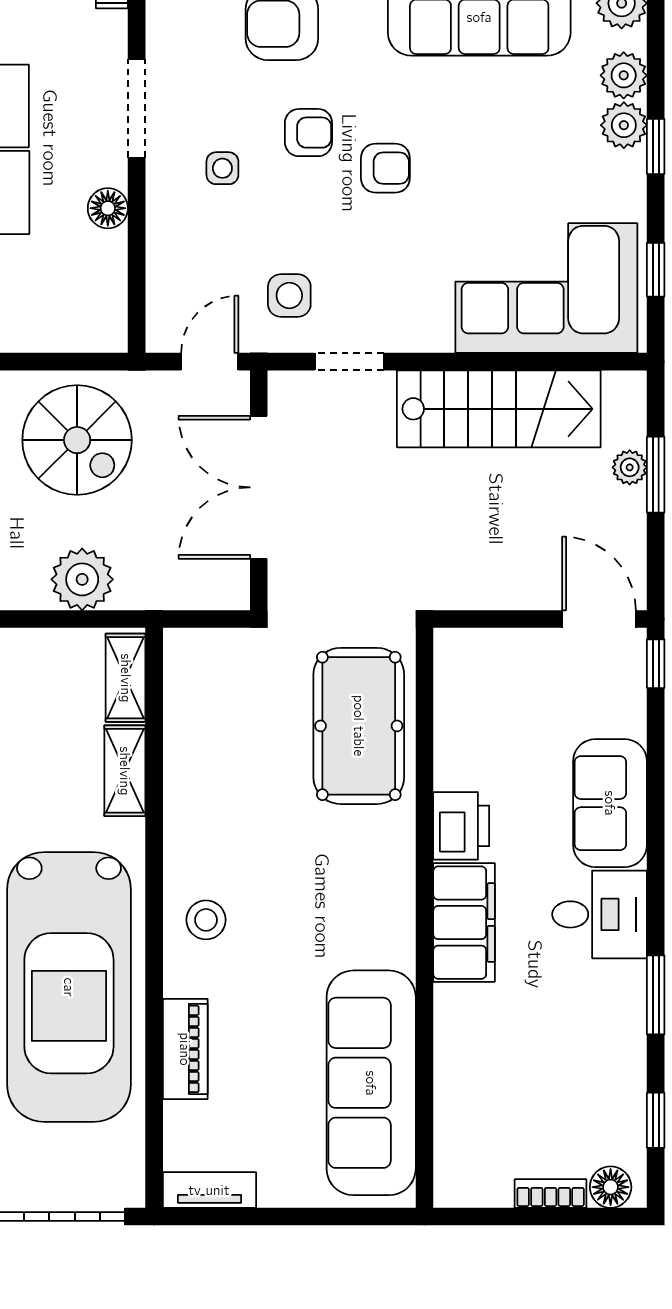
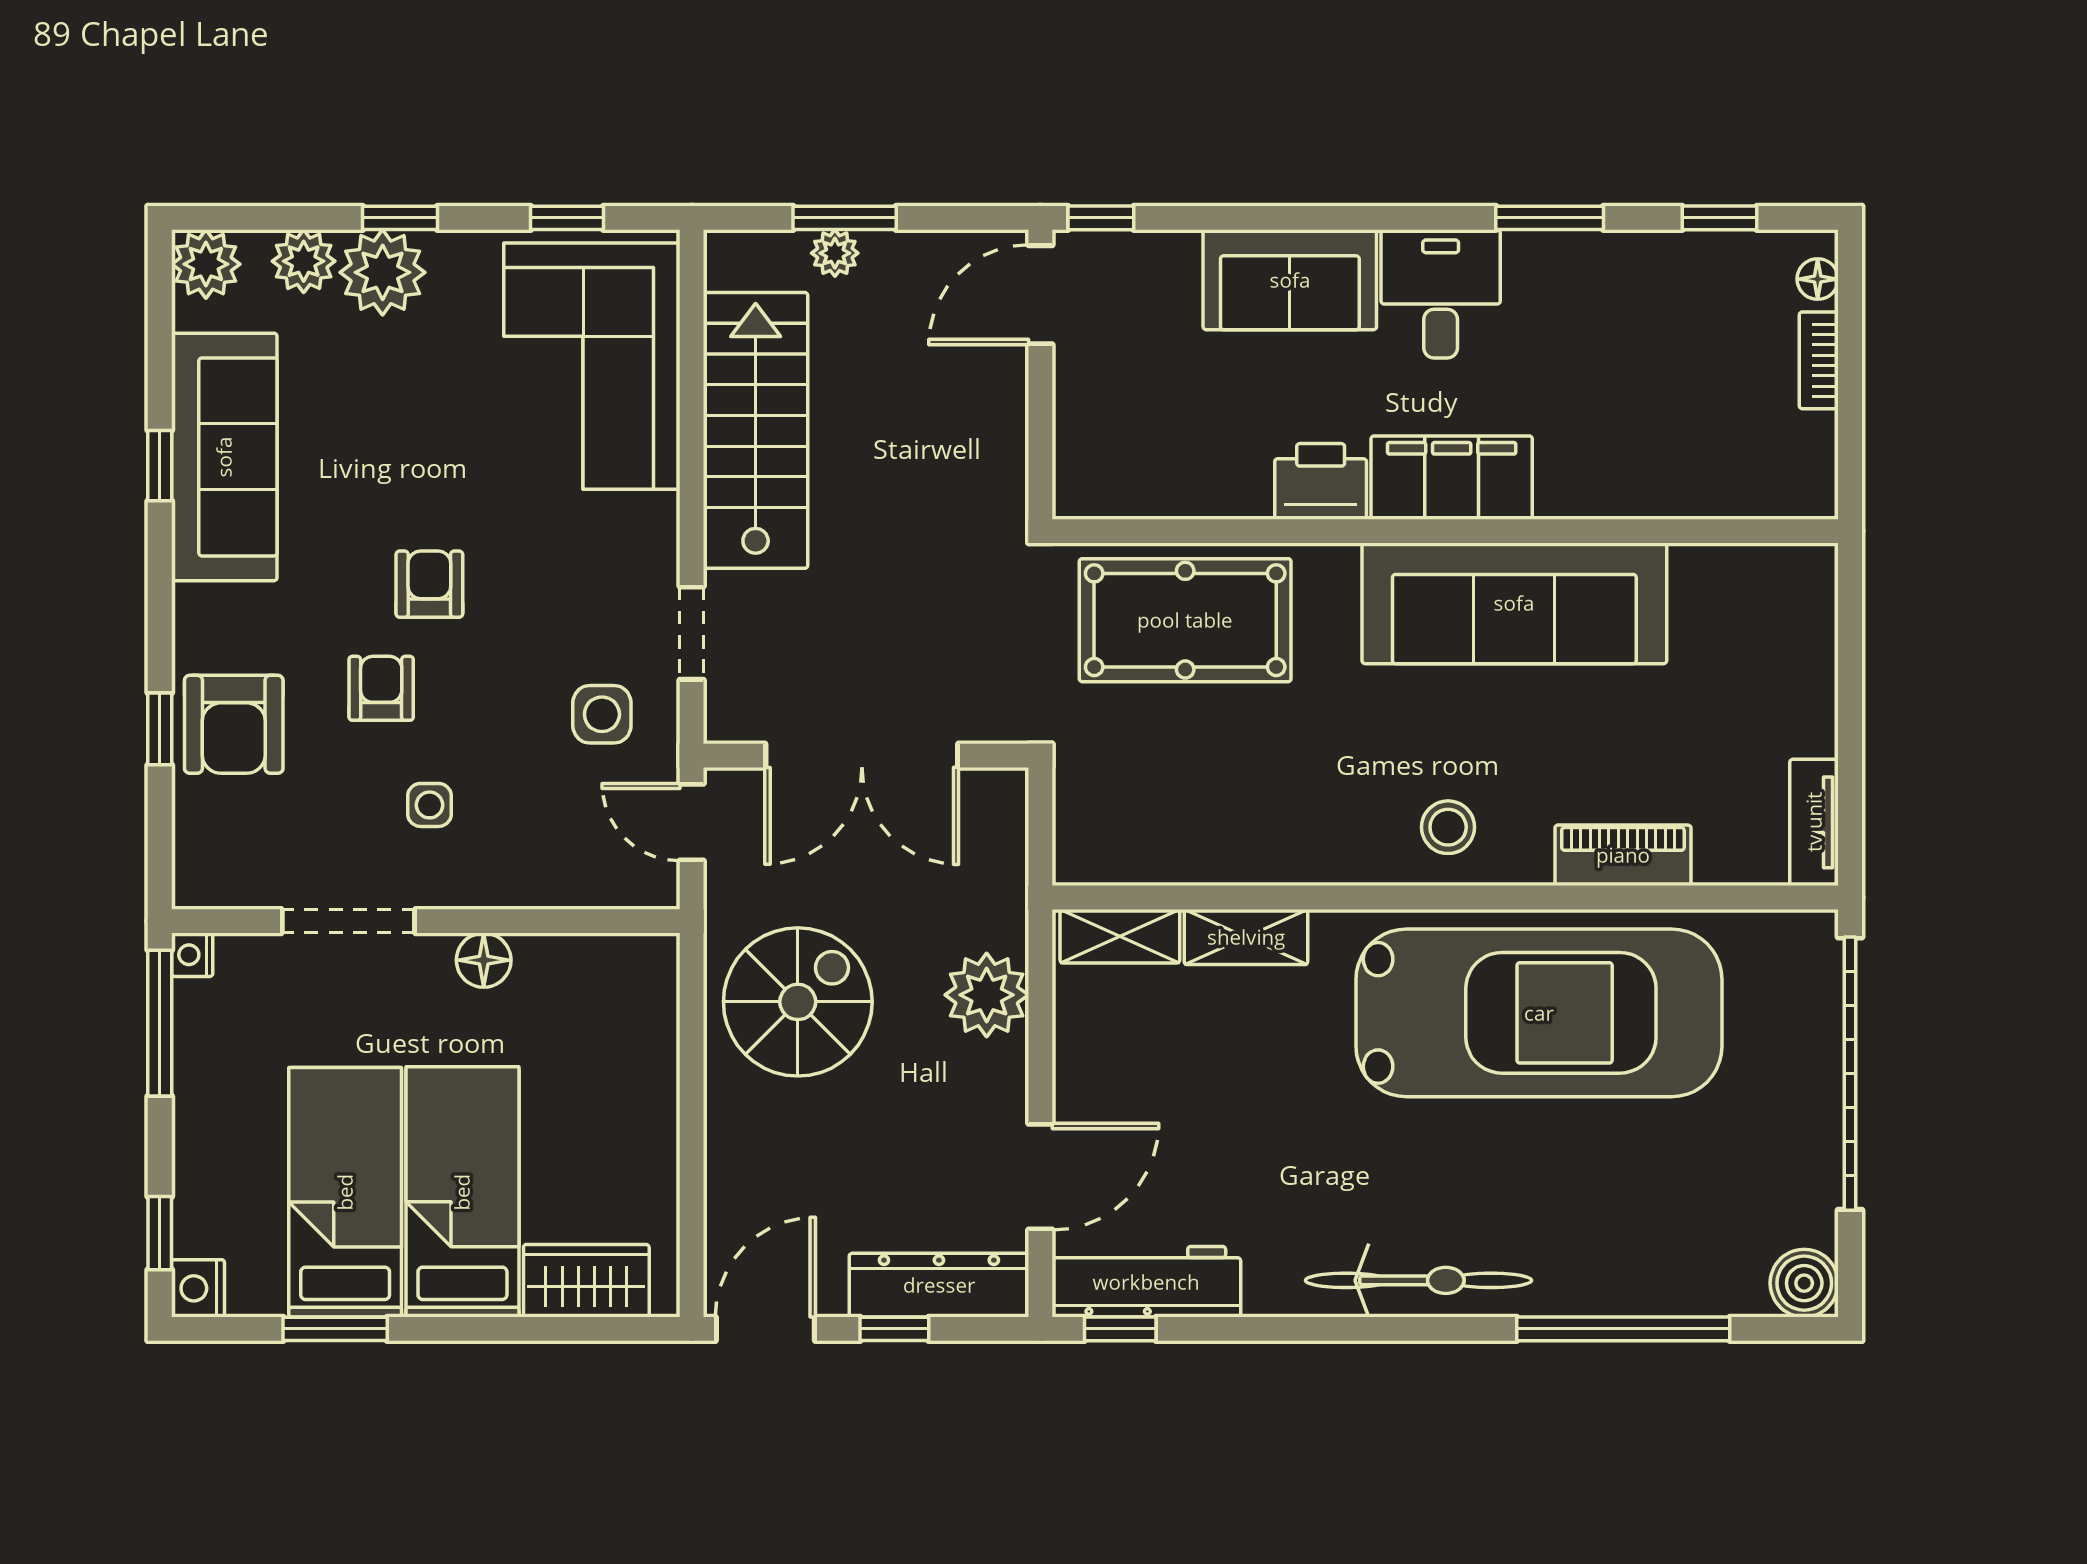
plant: (624, 125) -> (383, 272), width x1.36, depth x1.36
sofa: (371, 1083) -> (1514, 603), moved
floor lamp: (611, 1187) -> (1818, 279), width x0.73, depth x0.73

